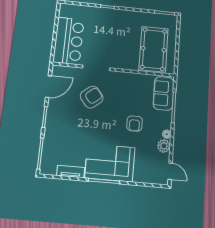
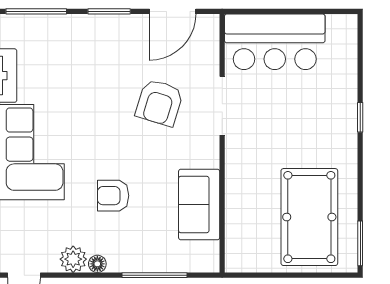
pool table: (154, 49) -> (309, 217), moved, turned 90
door: (48, 87) -> (173, 11), hinge flipped
sofa: (164, 93) -> (199, 205), moved, turned -90
armchair: (92, 97) -> (159, 103), turned 56

